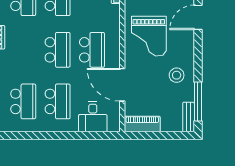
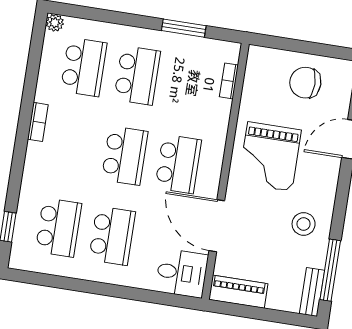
desk: (93, 117) -> (182, 273), moved, turned -90

